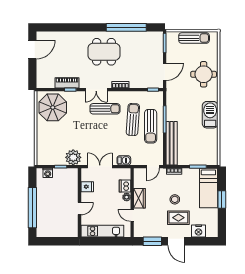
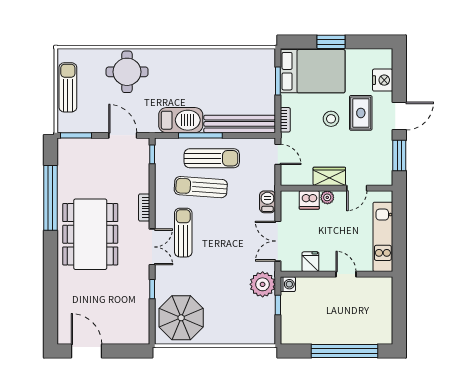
dining table: (104, 52) -> (90, 234), width x1.36, depth x1.24
piano: (67, 83) -> (141, 294), removed
barbecue: (210, 115) -> (181, 120), moved, turned 180
washing machine: (48, 173) -> (288, 284), moved
bed: (208, 188) -> (313, 71), width x1.50

